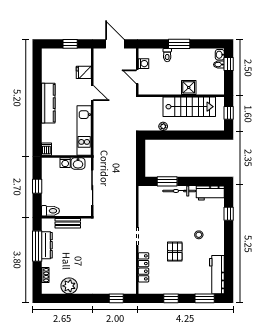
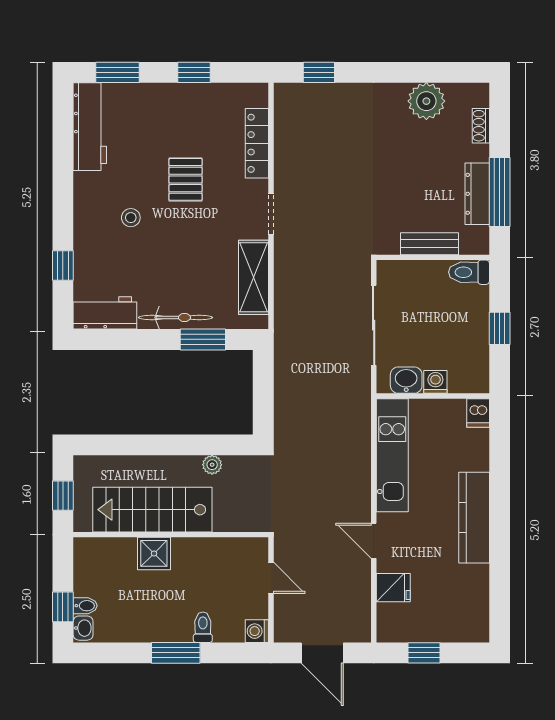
washing machine: (143, 64) -> (257, 631), moved
shelving: (145, 209) -> (253, 277), added

